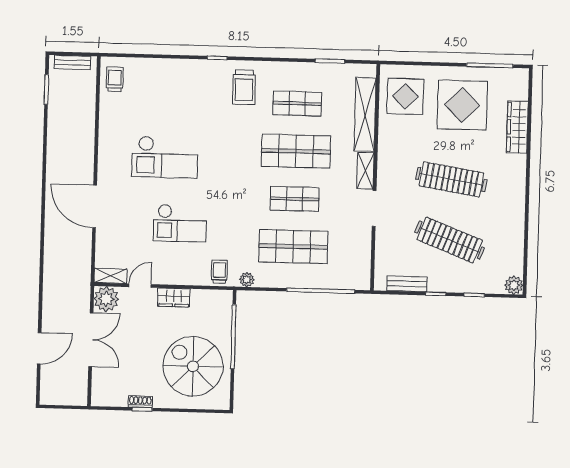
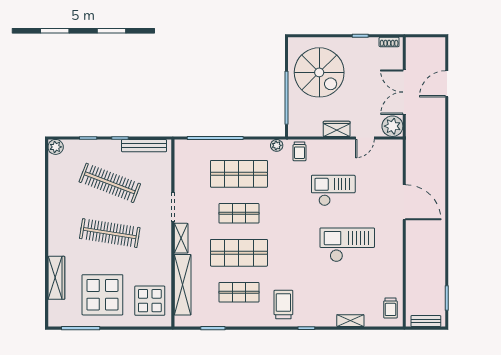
shelving: (111, 276) -> (350, 321), moved
bench: (407, 284) -> (144, 146), width x1.36
shoe rack: (140, 402) -> (389, 42), moved

